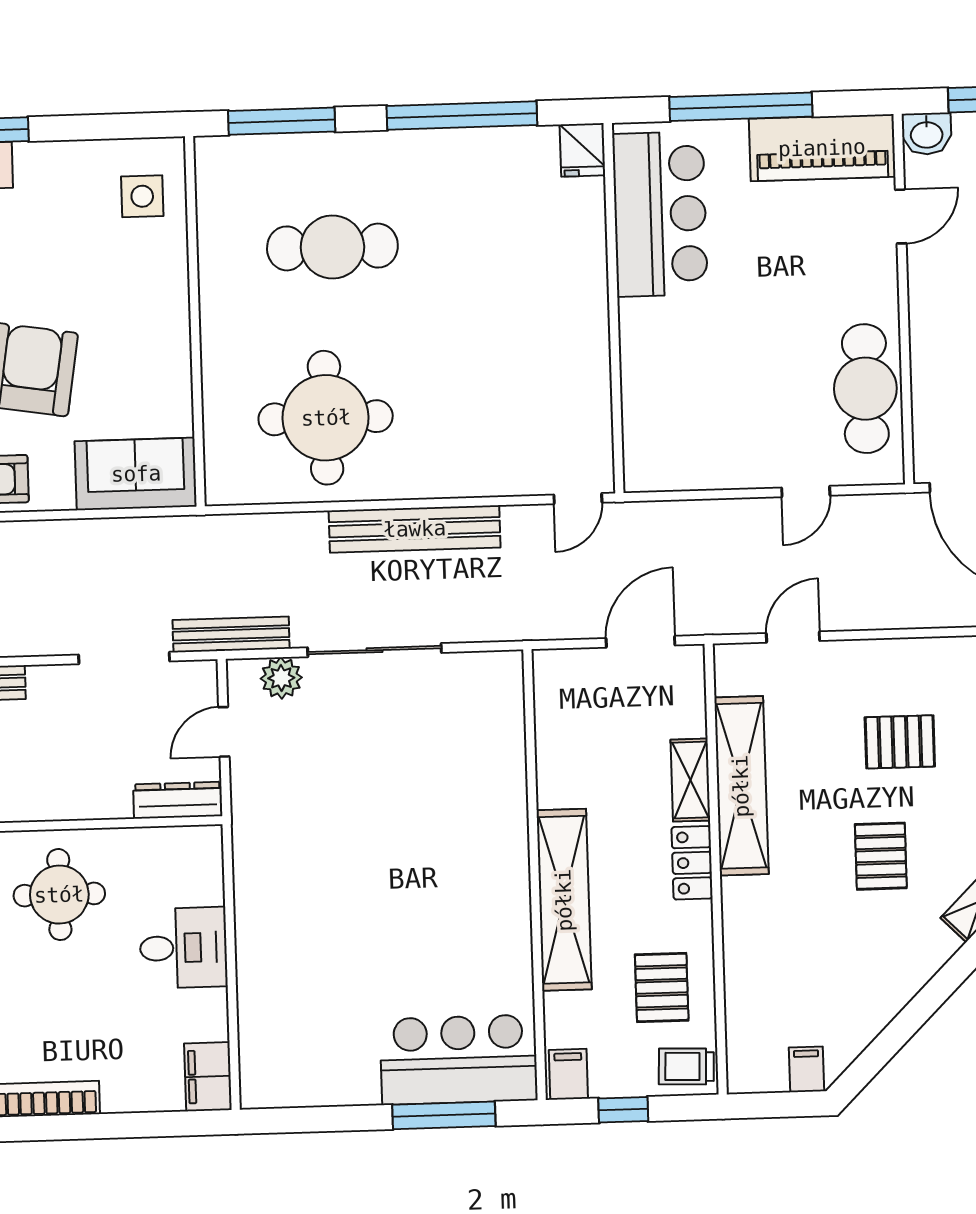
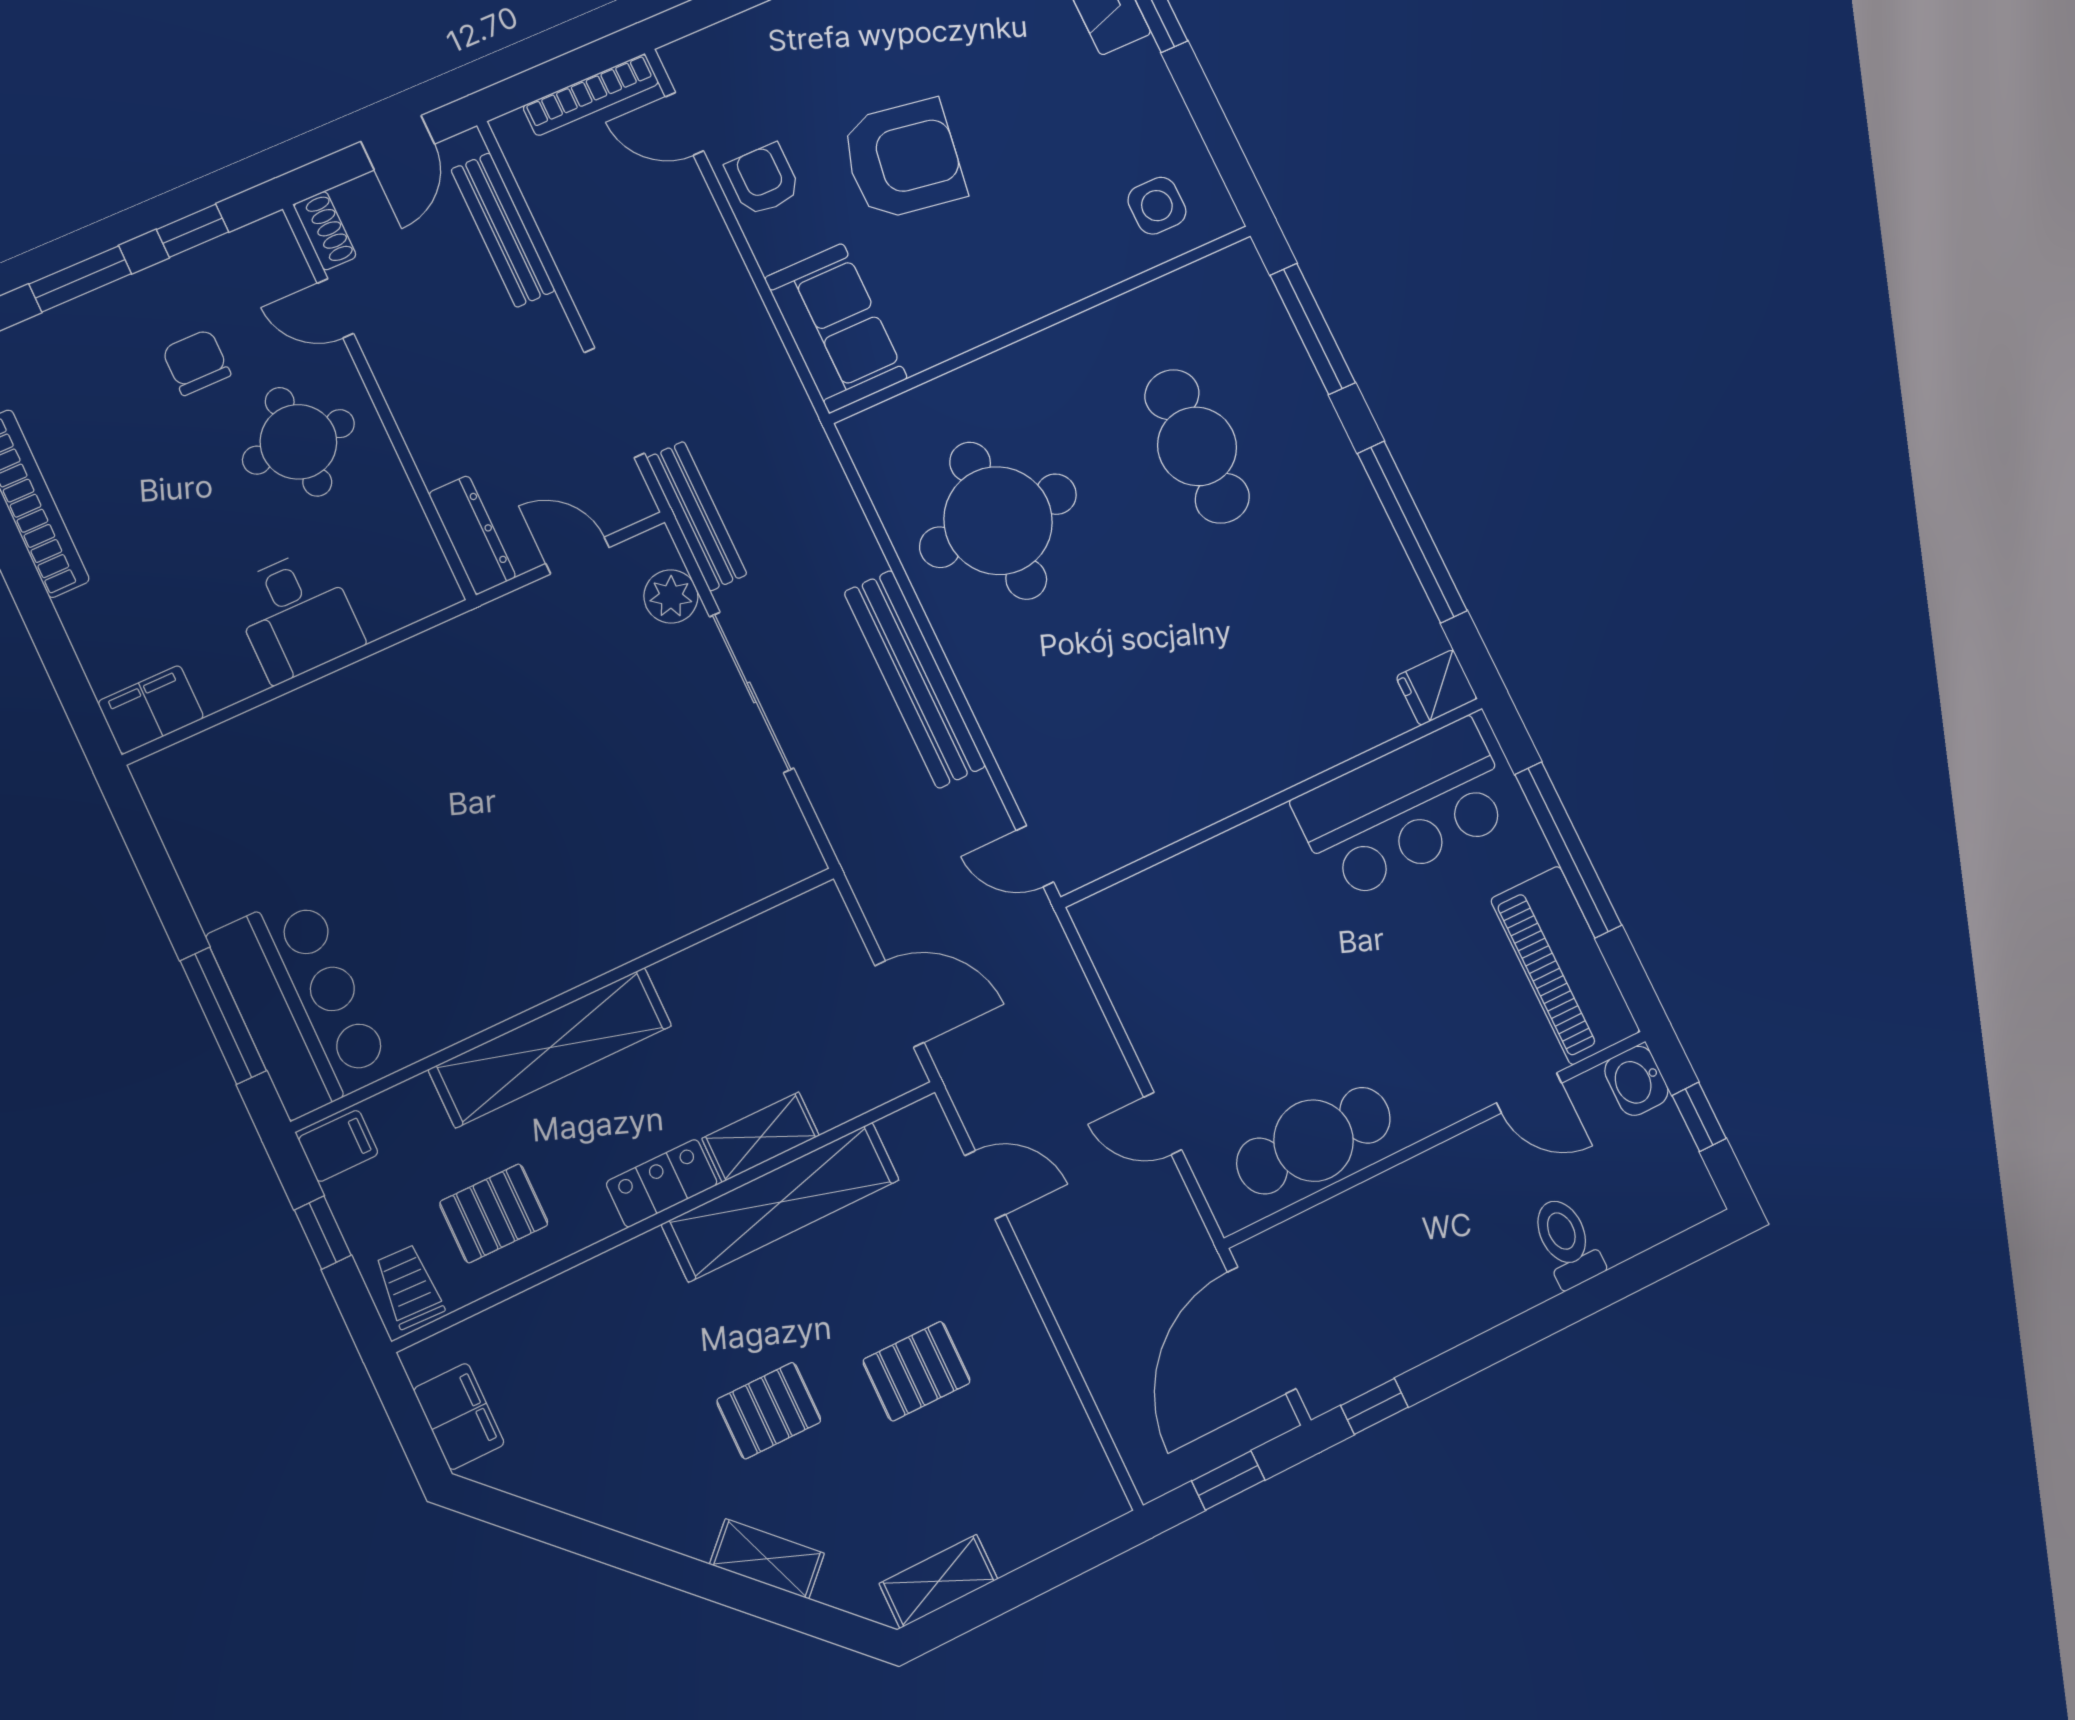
pallet: (900, 742) -> (917, 1371), turned 90
filing cabinet: (807, 1069) -> (459, 1416), width x2.00

